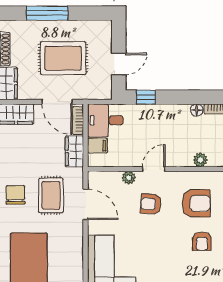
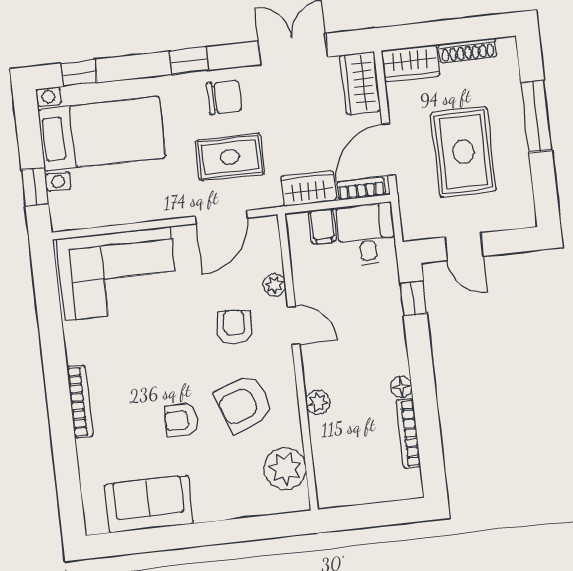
armchair: (196, 203) -> (244, 403), turned 71

